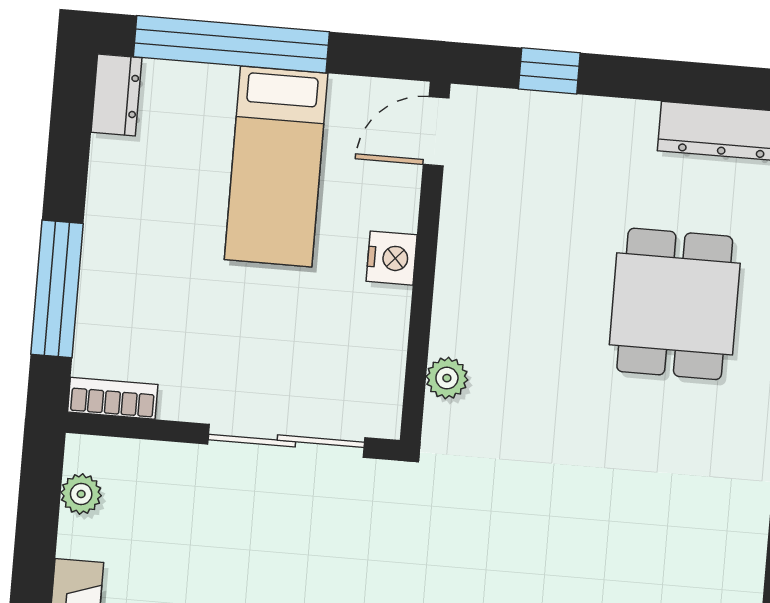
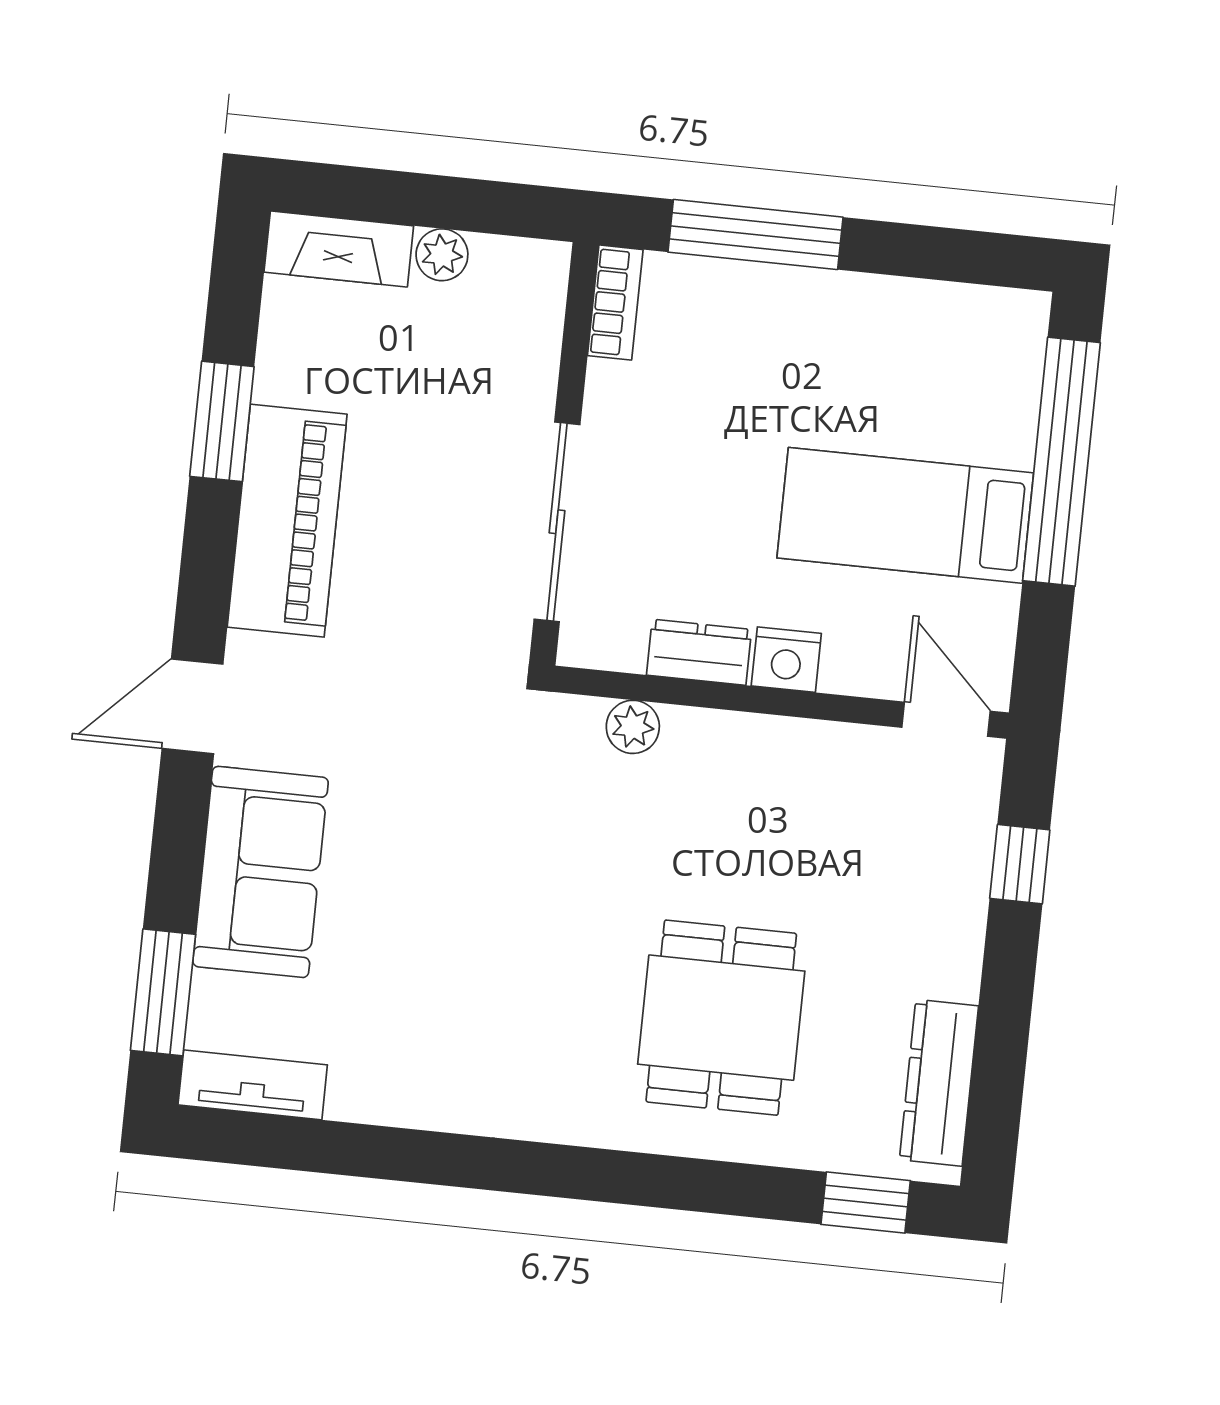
dresser: (116, 95) -> (699, 652), moved, turned 180
dining table: (675, 304) -> (721, 1018), turned 90
plant: (81, 494) -> (442, 255), moved

